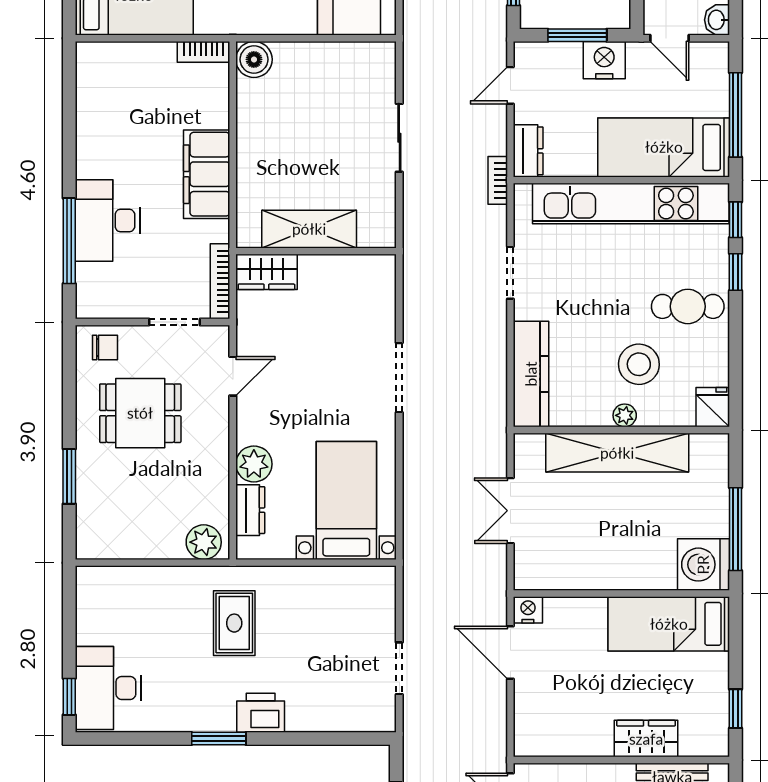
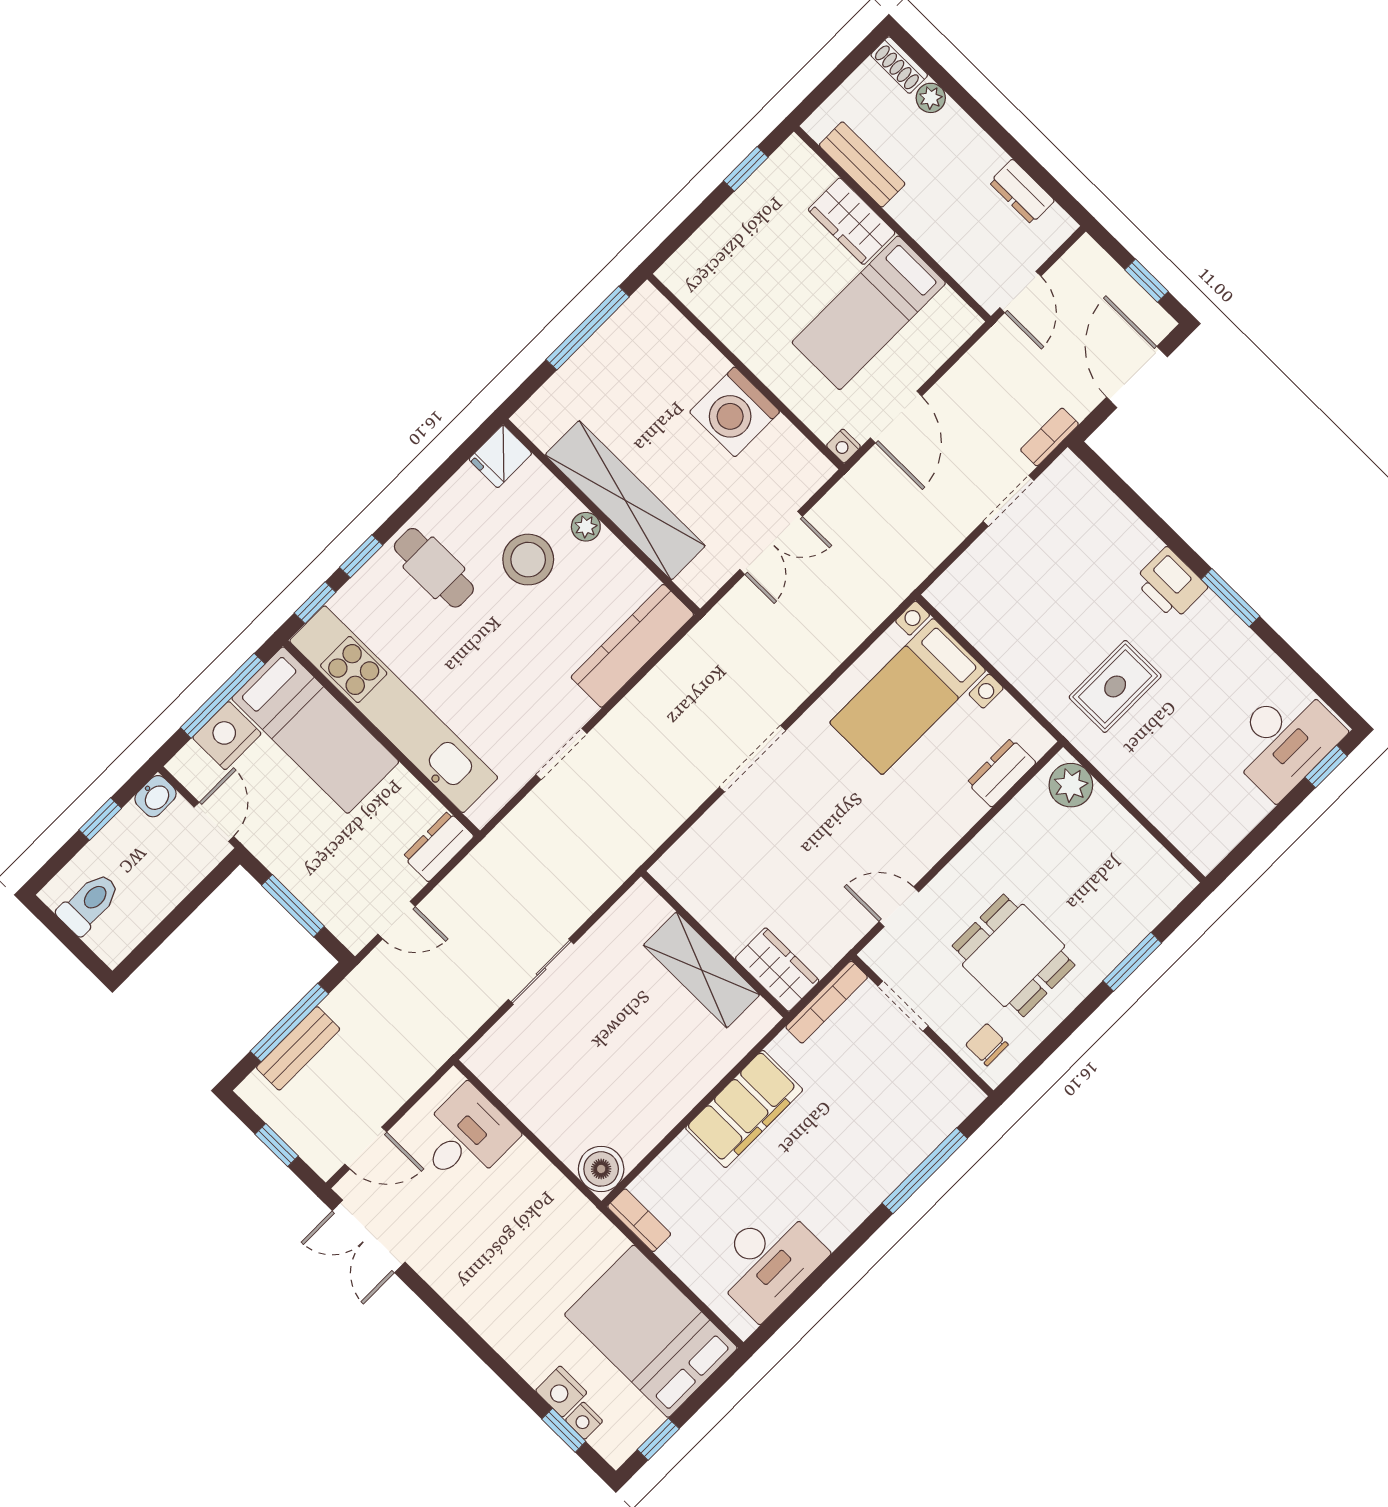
nightstand: (604, 60) -> (227, 736), moved, turned 90
bookcase: (498, 180) -> (1050, 437), moved, turned 180
desk: (108, 221) -> (767, 1261), moved
plant: (254, 464) -> (958, 810), removed
washing machine: (703, 565) -> (735, 412), moved, turned 90
nightstand: (528, 610) -> (843, 446), width x0.72, depth x0.74
bed: (669, 624) -> (869, 313), moved, turned 90

